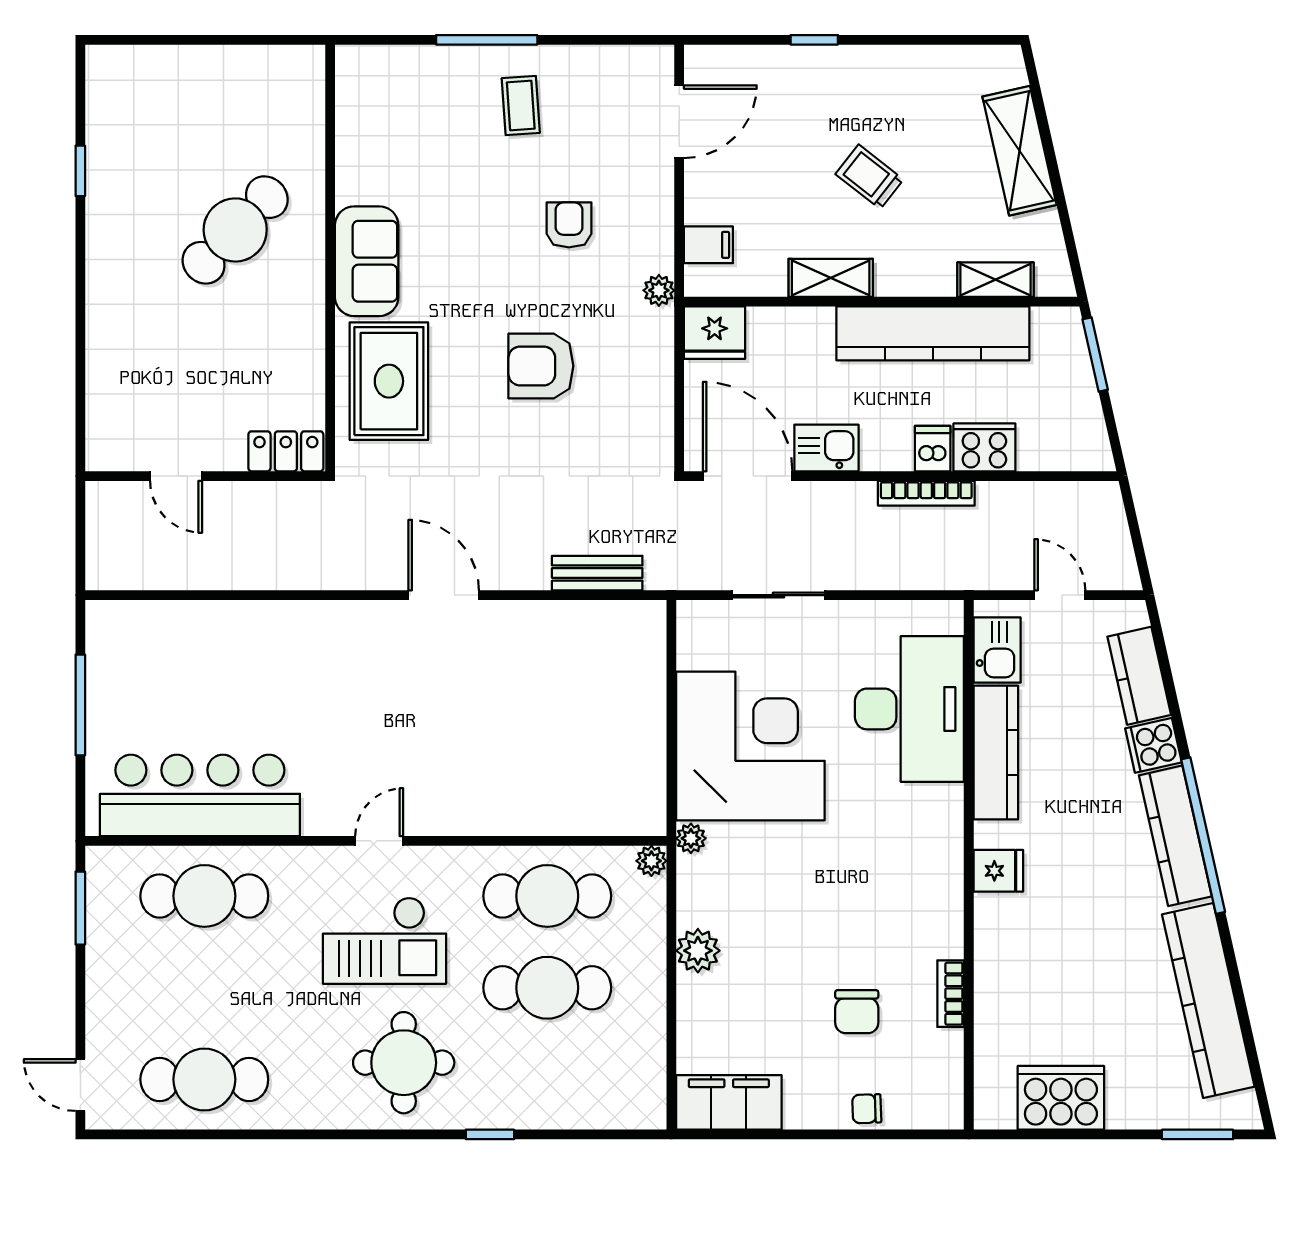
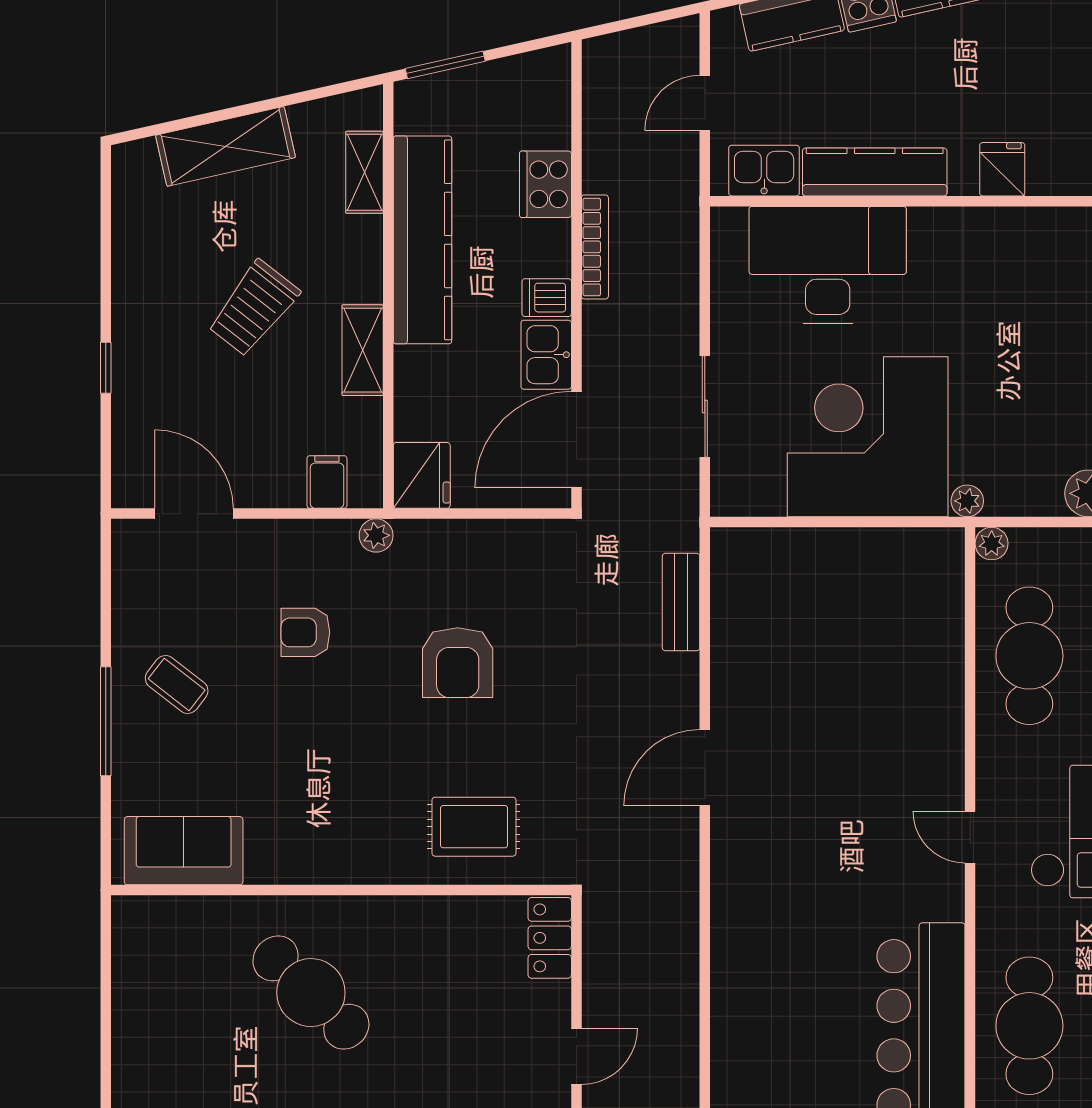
coffee table: (521, 105) -> (177, 684), turned 42
trolley: (869, 177) -> (254, 308), width x1.36, depth x1.39
sofa: (367, 261) -> (184, 851), moved
rug: (389, 381) -> (474, 827), width x0.73, depth x0.70
dishwasher: (933, 449) -> (547, 298), moved

